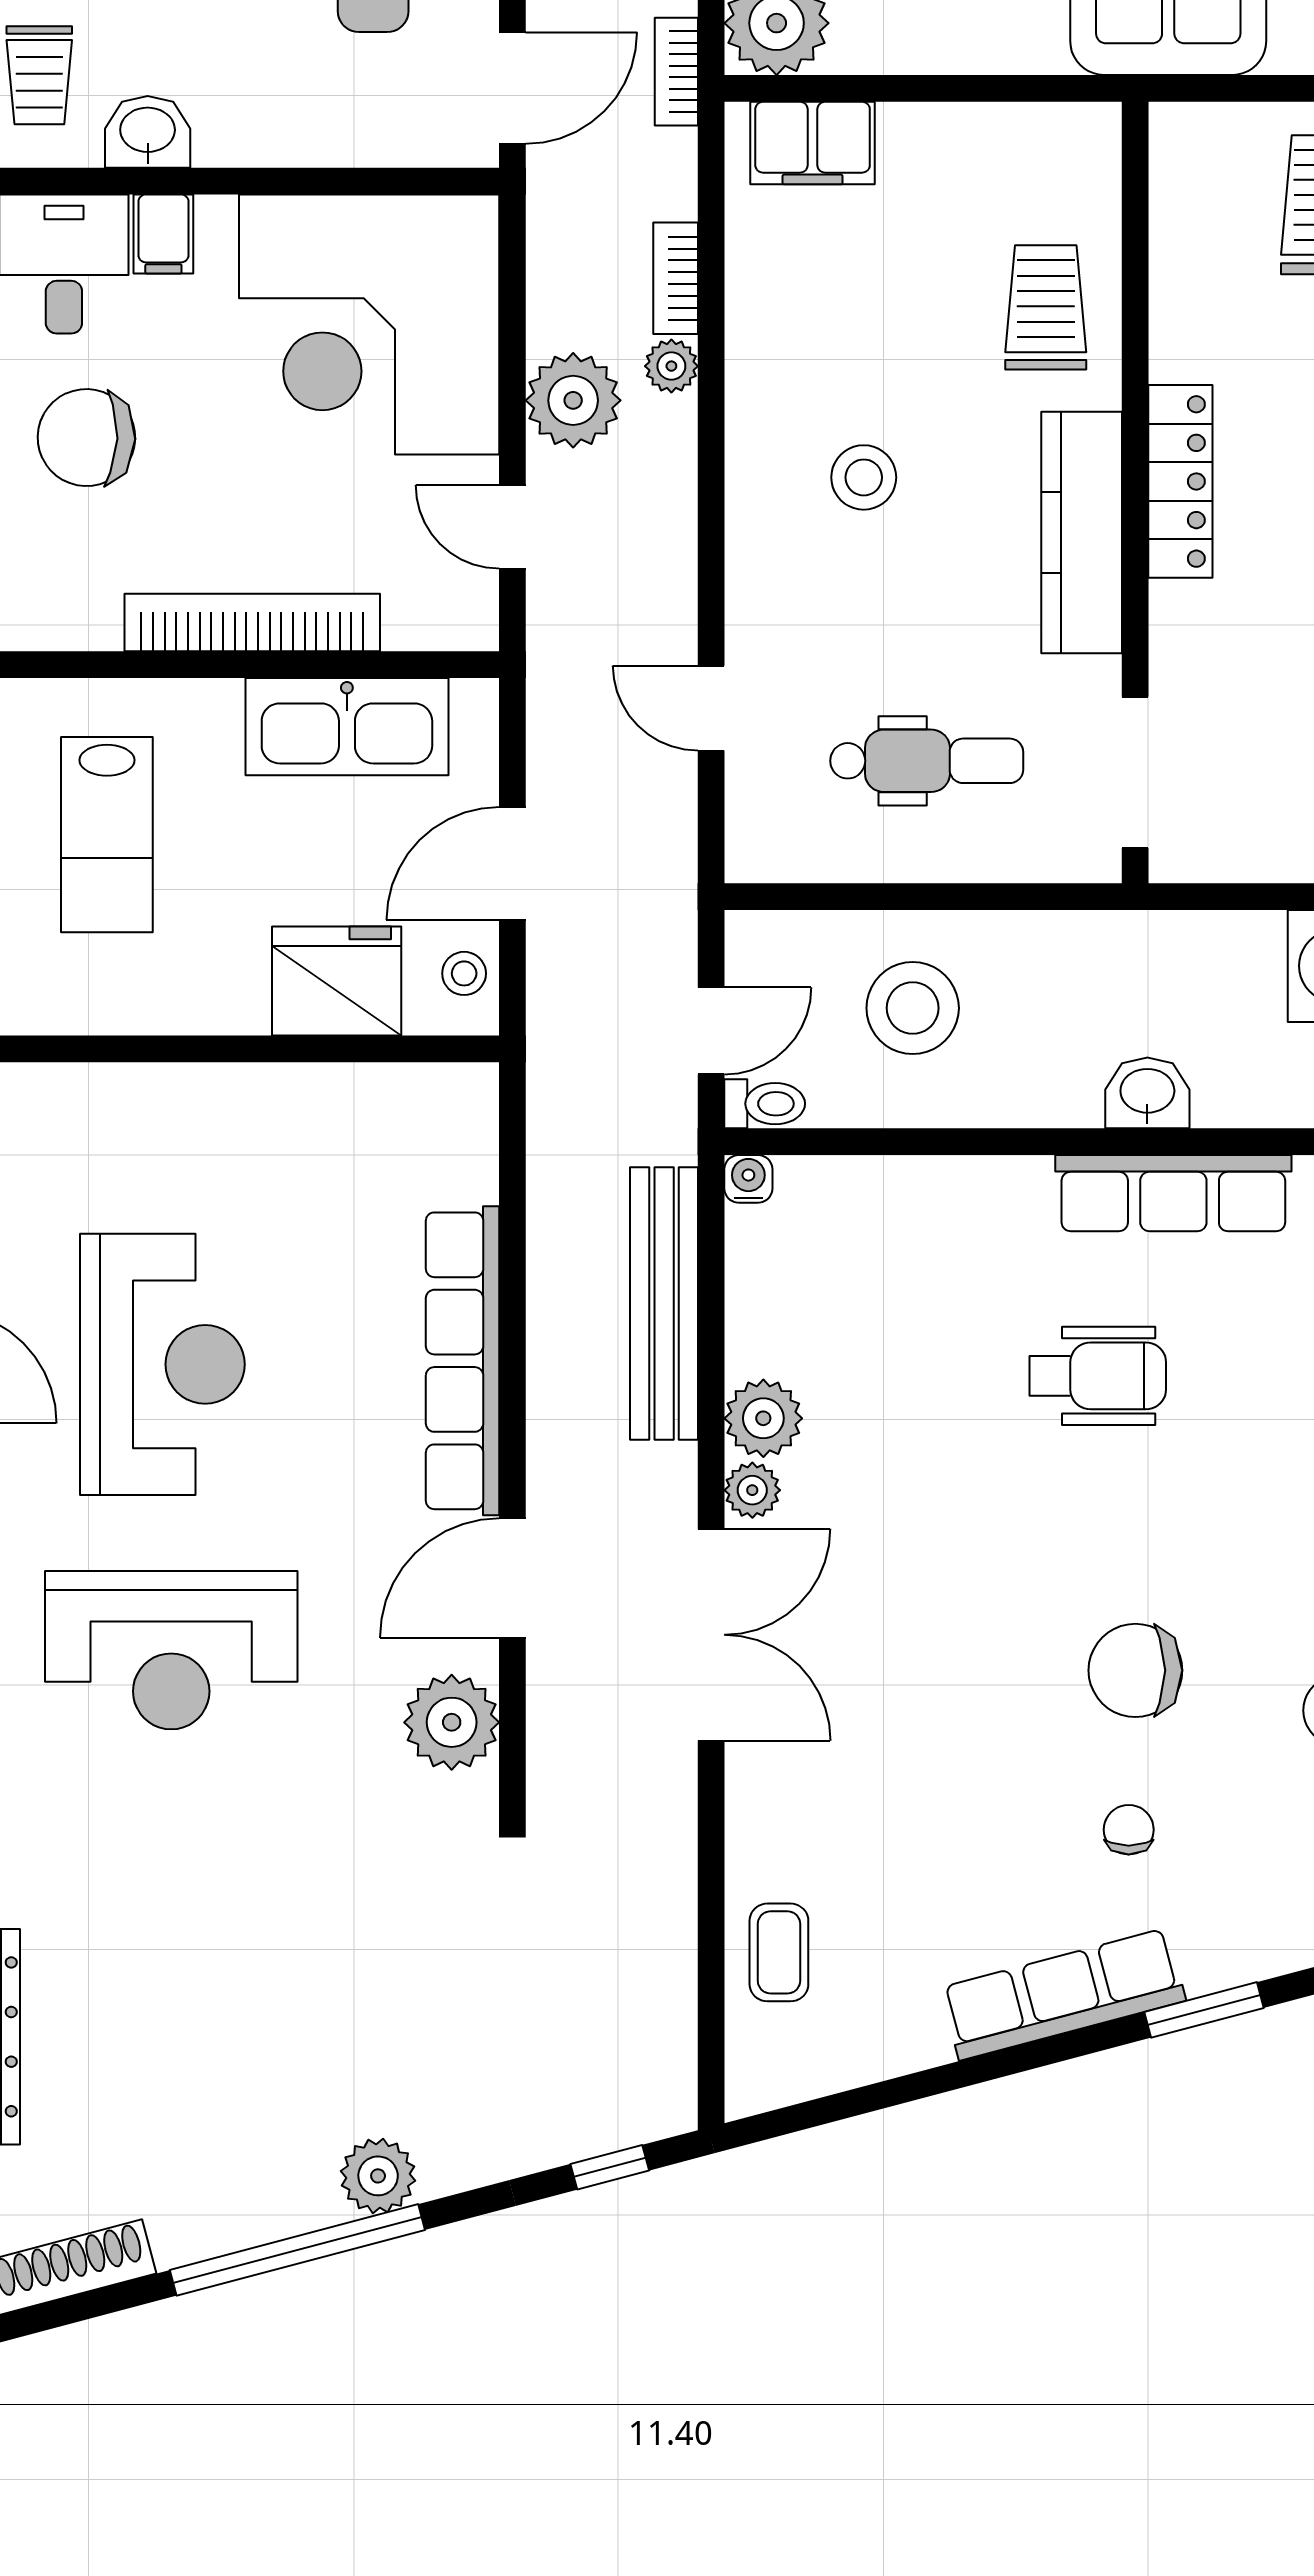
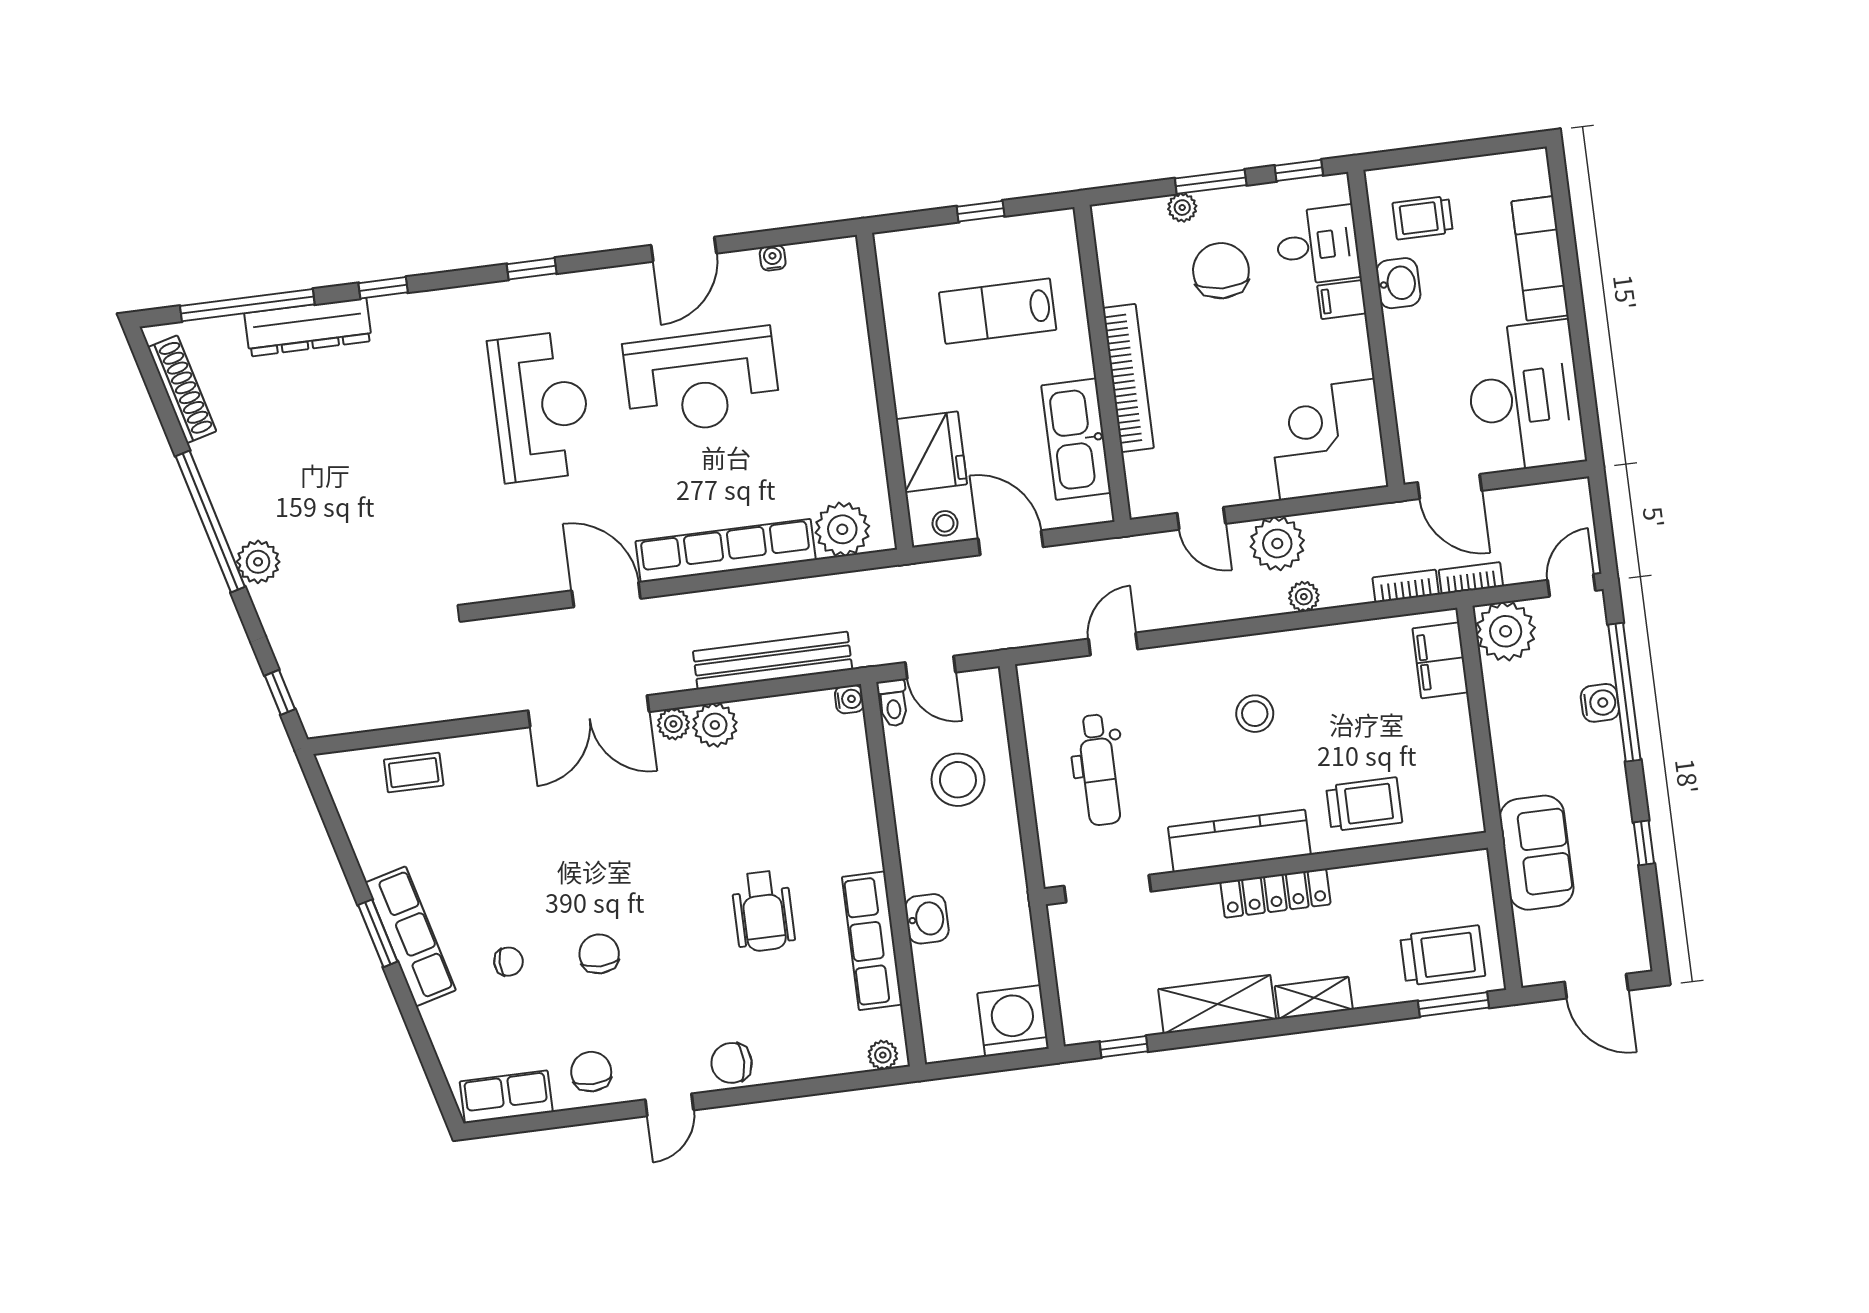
bookcase: (676, 278) -> (1406, 586), moved
corner desk: (369, 324) -> (1327, 440), width x0.74, depth x0.74
door: (512, 527) -> (1201, 518), swing flipped
reception desk: (171, 1650) -> (541, 407), turned 180
chair: (1135, 1670) -> (599, 954), width x0.73, depth x0.73
plant: (452, 1722) -> (842, 529), moved
window: (1204, 2010) -> (378, 933), moved

